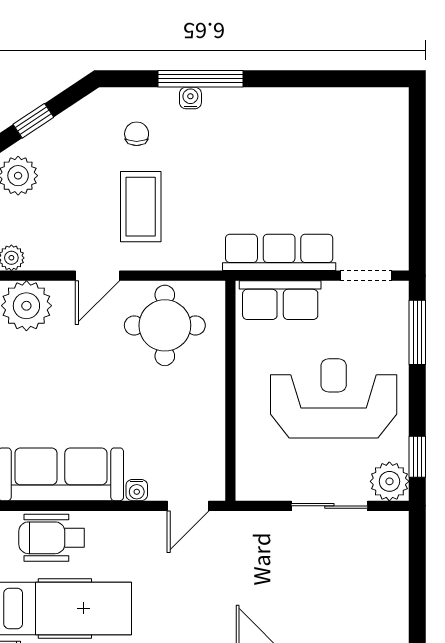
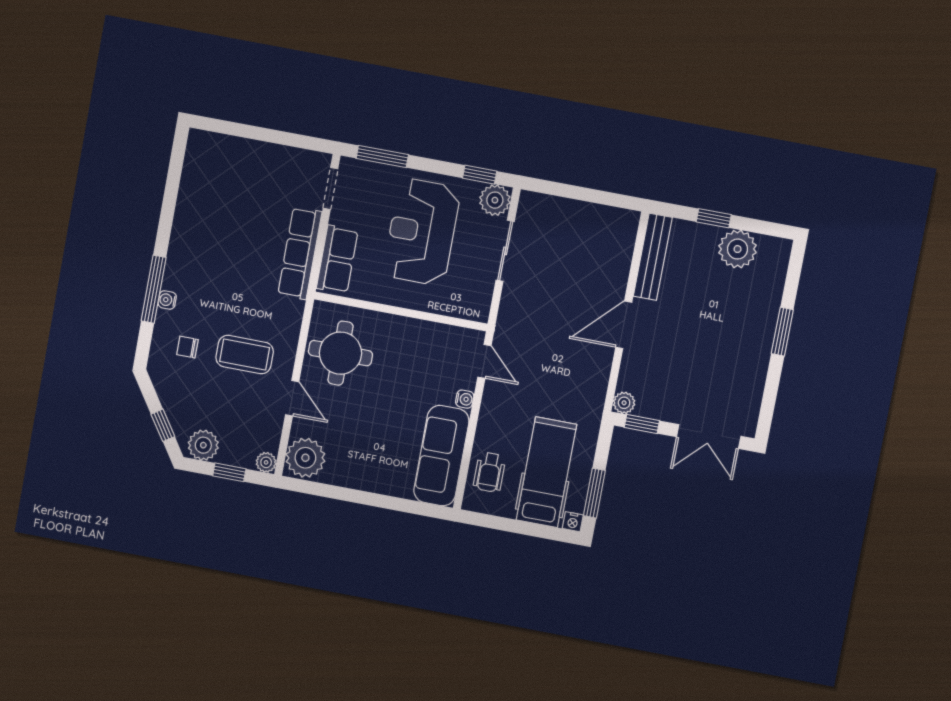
wheelchair: (52, 538) -> (489, 472), width x0.73, depth x0.73

